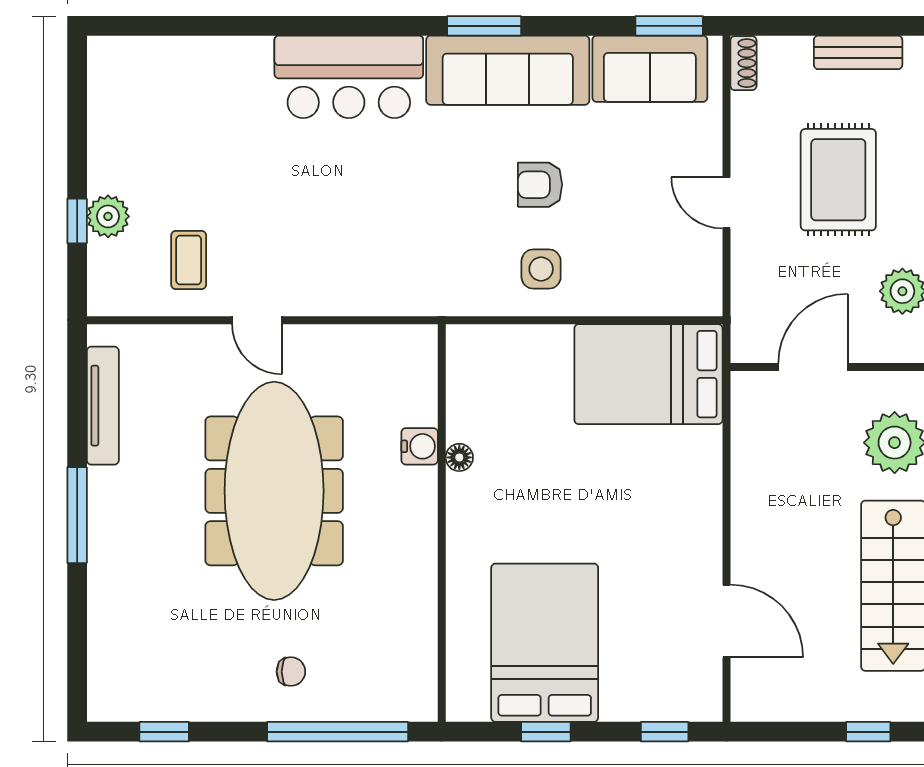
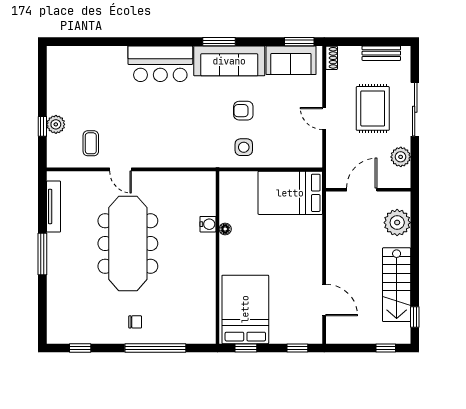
water cooler: (420, 446) -> (208, 224), moved
floor lamp: (459, 457) -> (225, 229), moved
wall: (442, 523) -> (218, 257), moved

